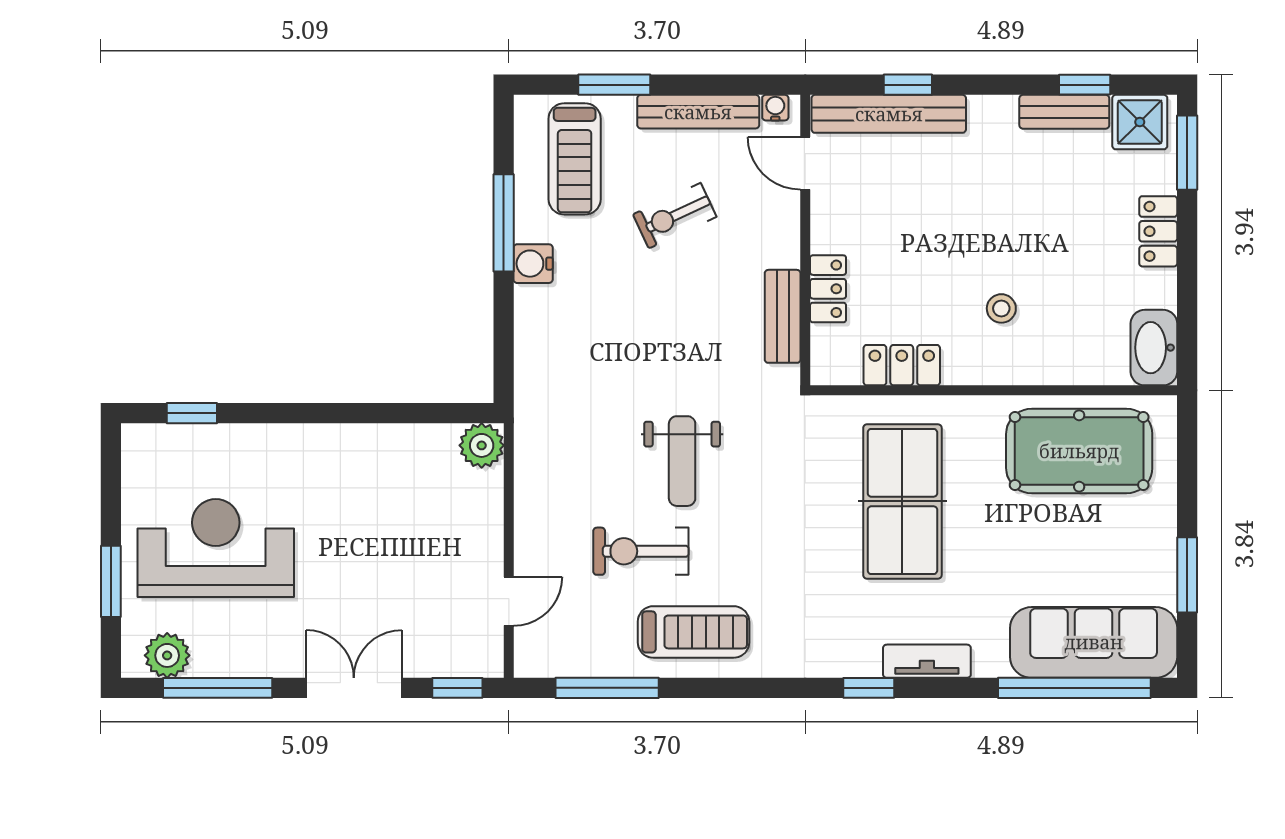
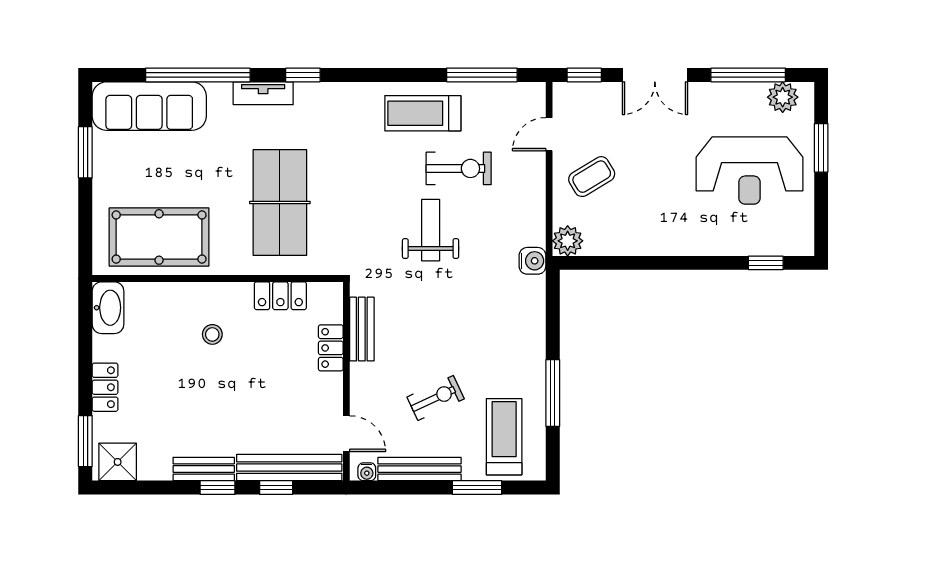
window: (1085, 85) -> (218, 488), moved
bench: (1064, 112) -> (204, 469), moved
water cooler: (533, 264) -> (532, 261), moved
coffee table: (447, 539) -> (592, 177), added
window: (1074, 688) -> (198, 75), moved

